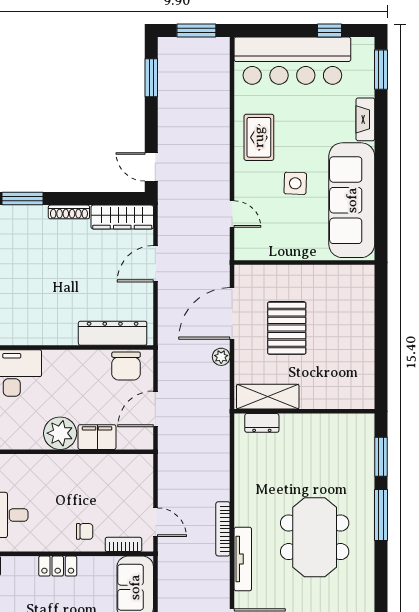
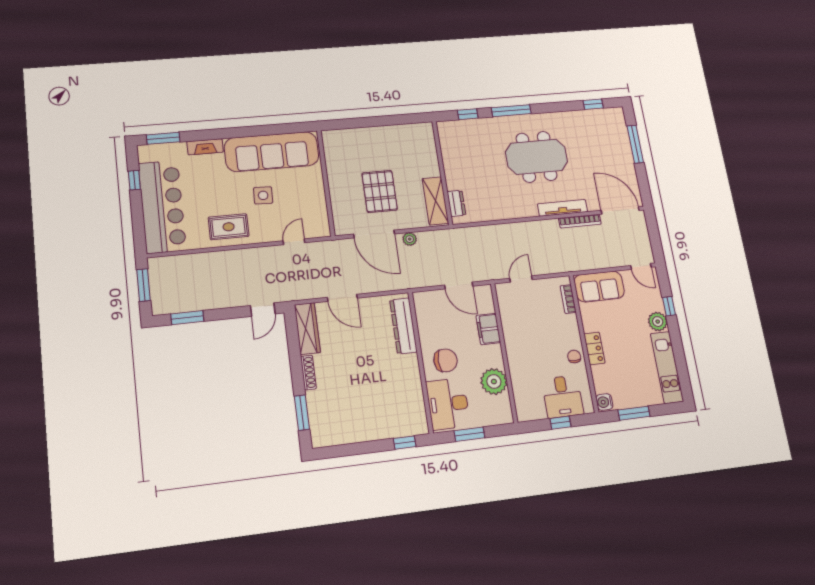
pallet: (287, 328) -> (380, 191), turned 90
chair: (126, 366) -> (445, 360), moved
plant: (60, 433) -> (494, 382), moved
window: (381, 457) -> (468, 114), width x0.67
door: (155, 522) -> (521, 279), moved
bookcase: (223, 529) -> (580, 221), moved
chair: (85, 531) -> (574, 356), moved

